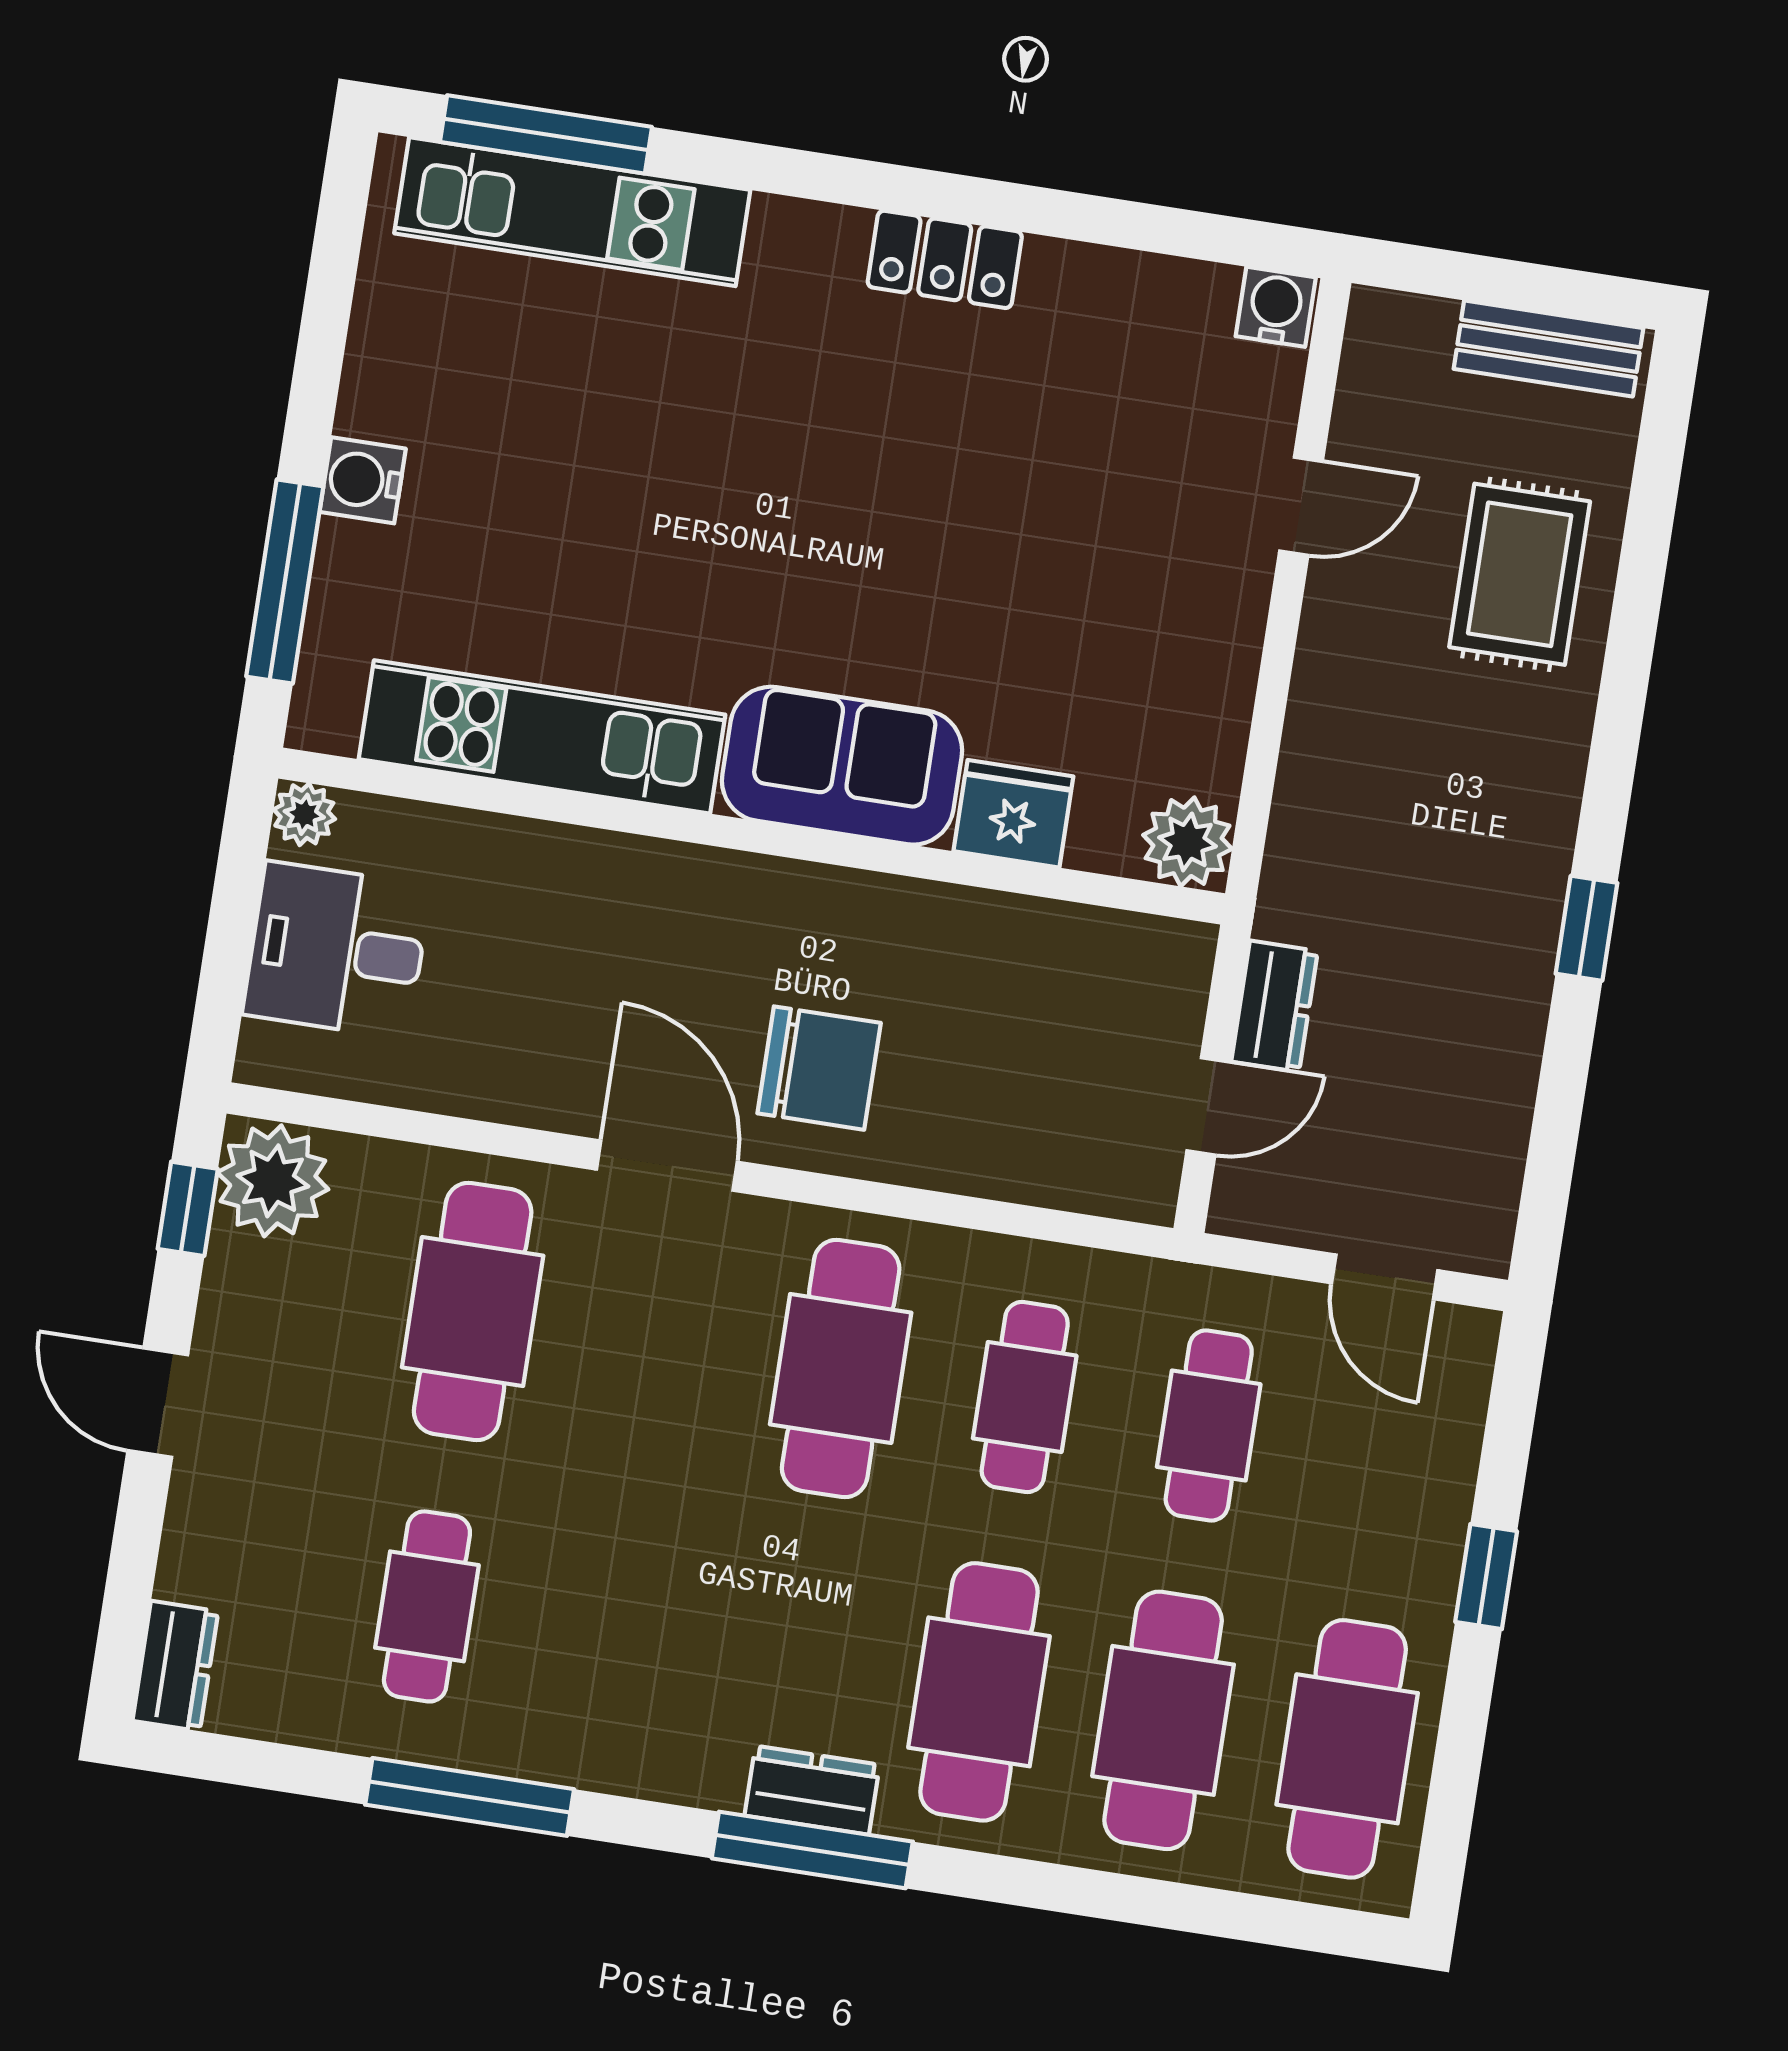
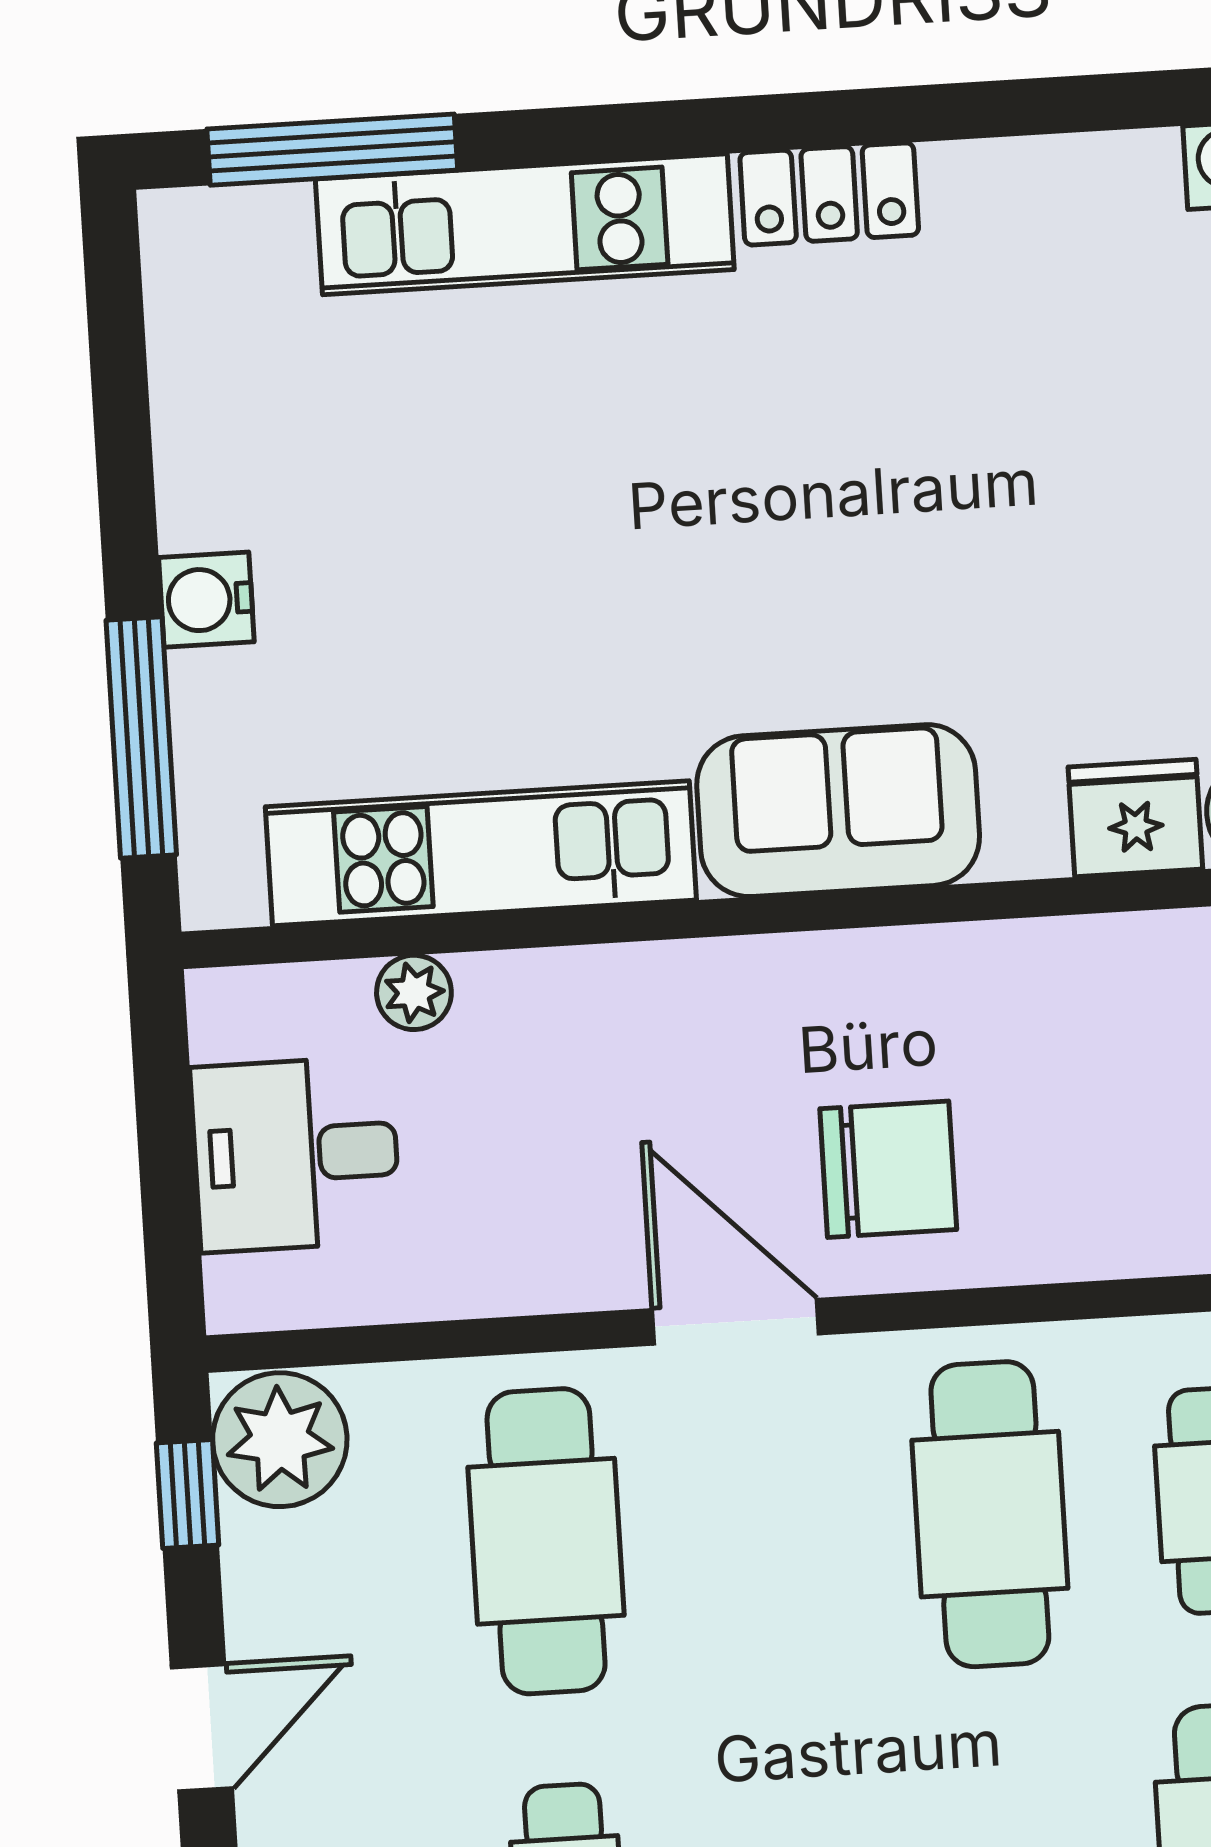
kitchen unit: (572, 212) -> (525, 224), moved
plant: (304, 814) -> (414, 992), moved
fridge: (1013, 814) -> (1135, 818), moved
door: (158, 1403) -> (202, 1728), swing flipped

